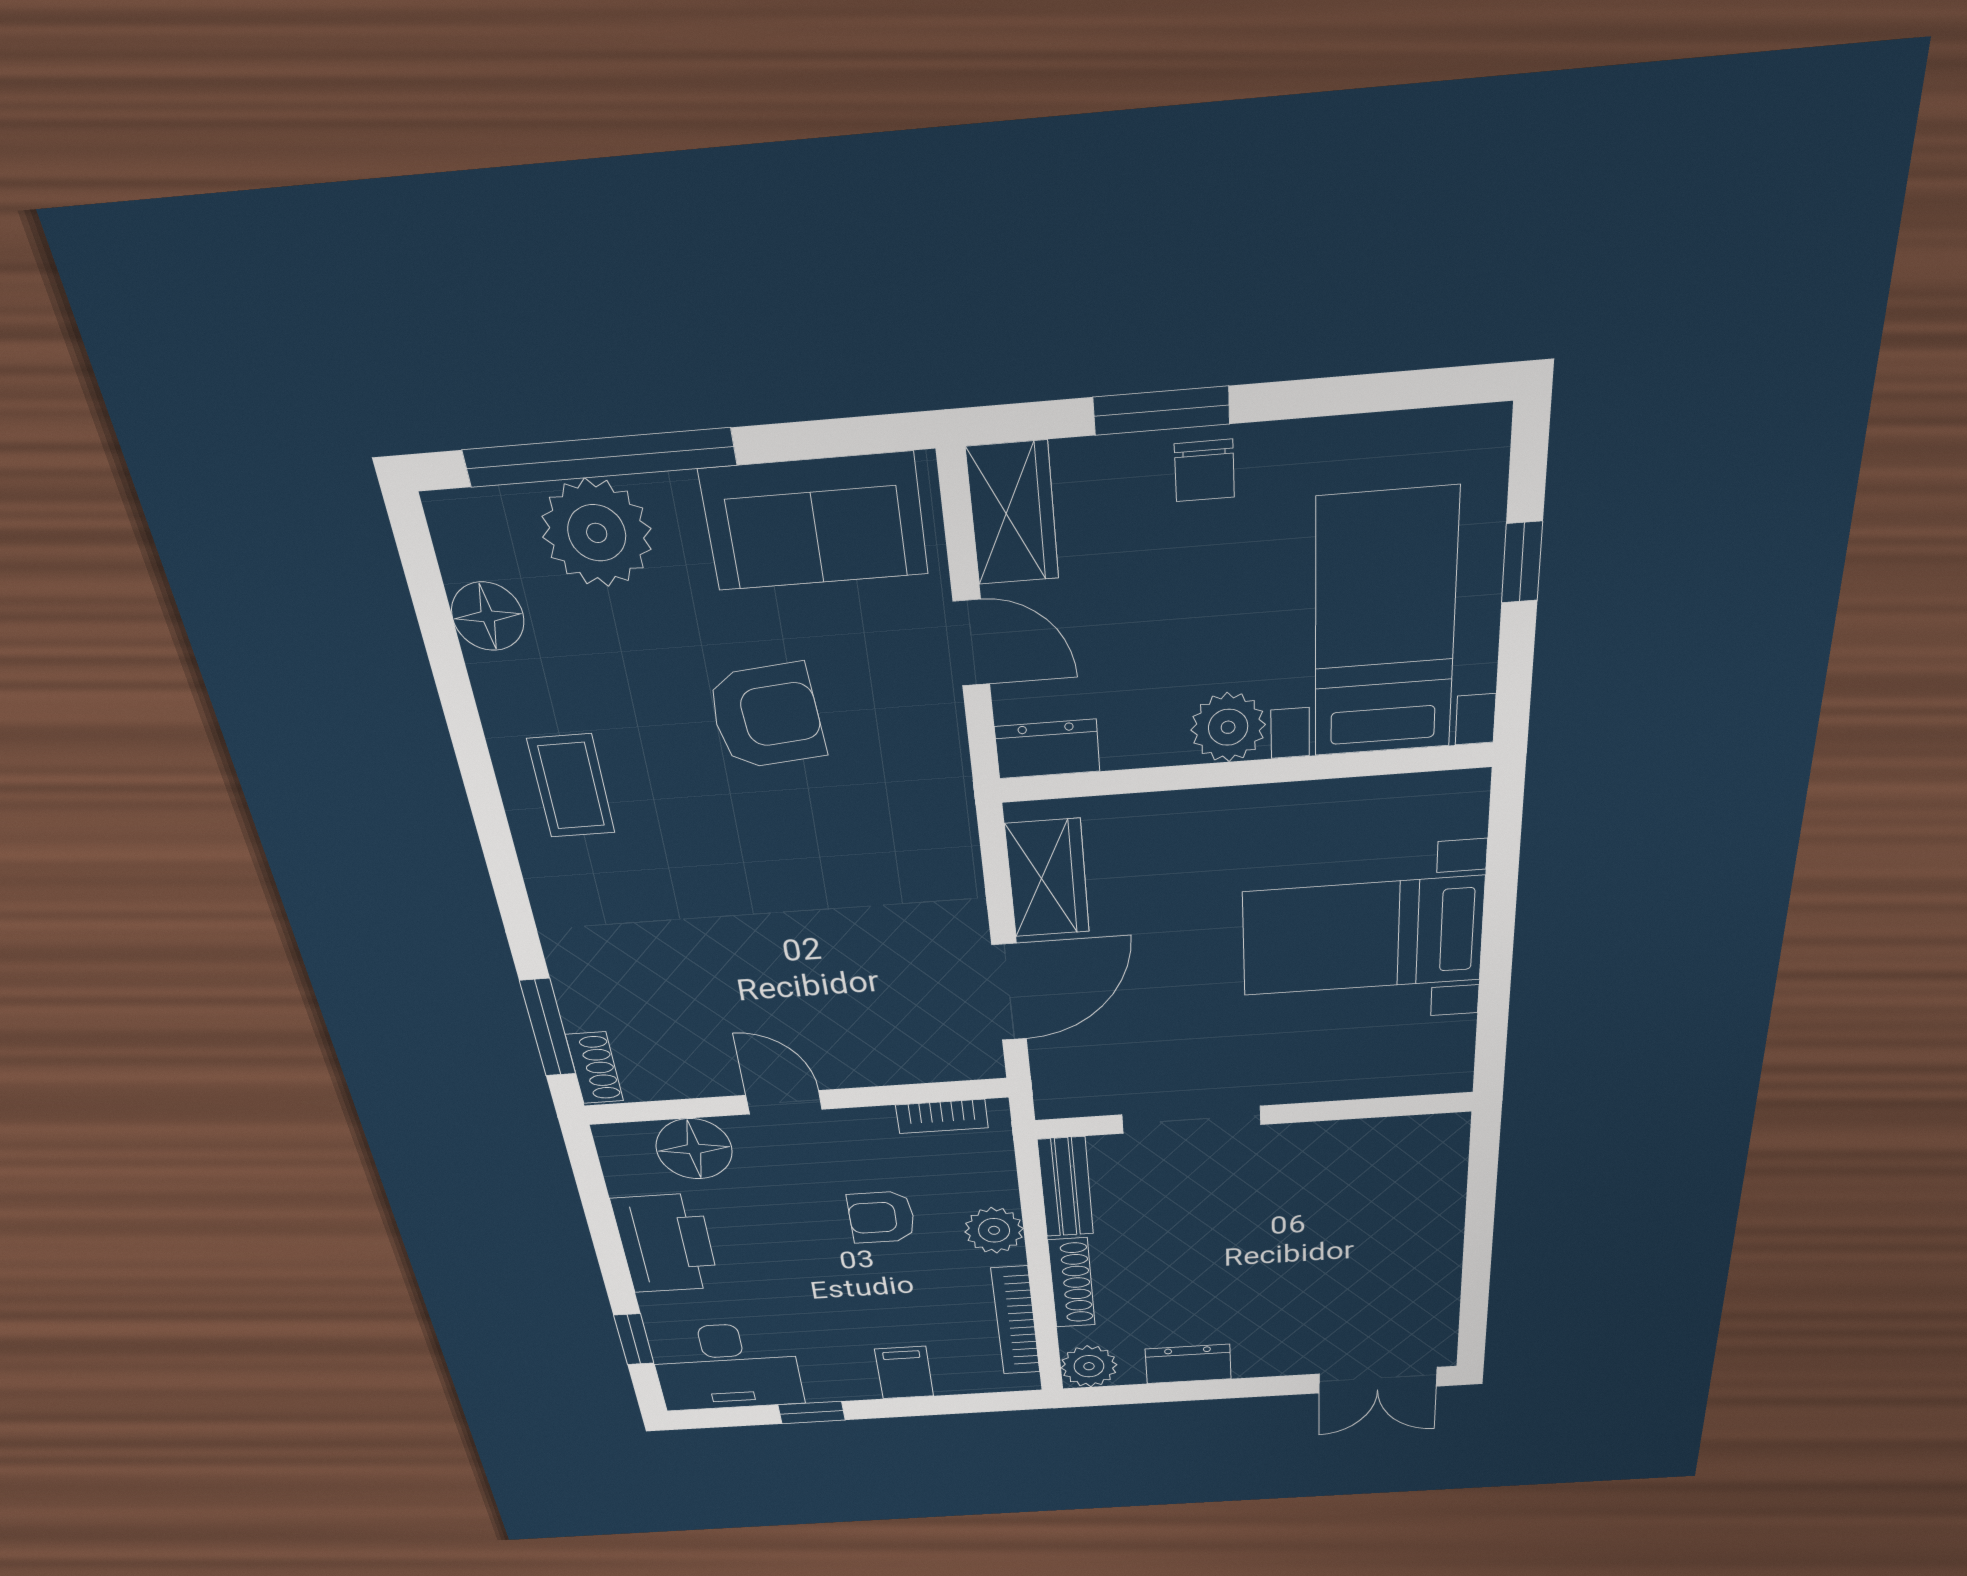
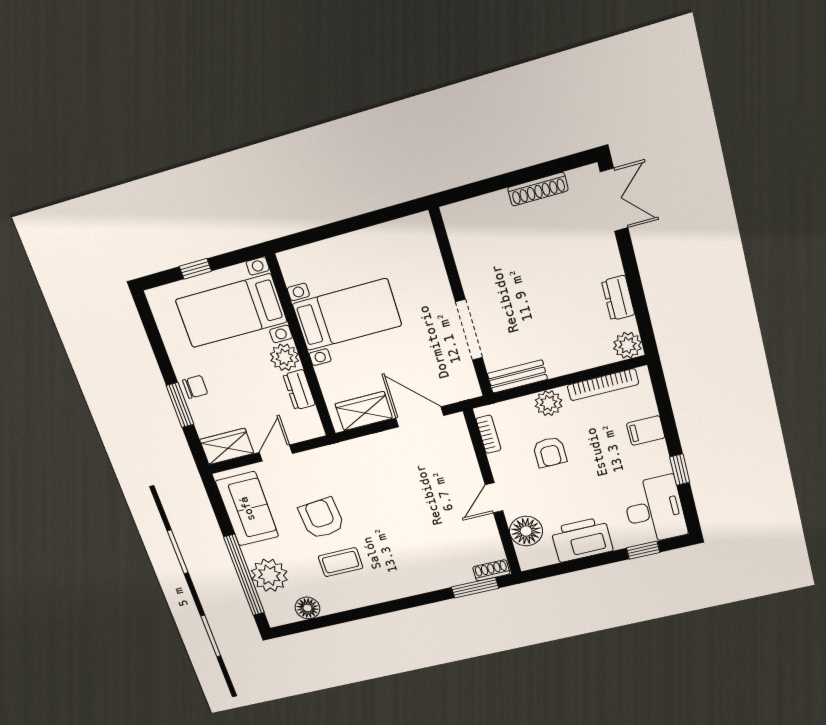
dresser: (1047, 749) -> (299, 390), moved
coffee table: (571, 786) -> (341, 562), moved
bed with nightstands: (1363, 936) -> (347, 315), moved, turned -90
shoe rack: (1072, 1283) -> (538, 189), moved, turned 180

